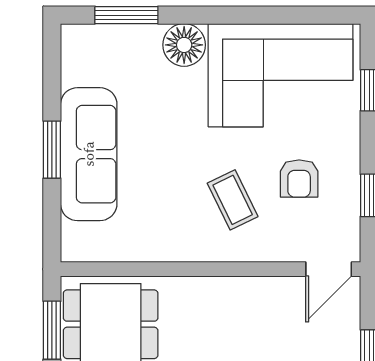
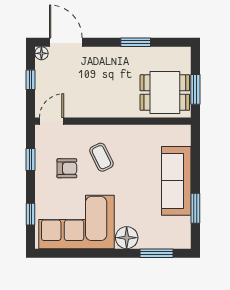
window: (52, 150) -> (195, 208), moved
armchair: (299, 178) -> (67, 168), turned 90

